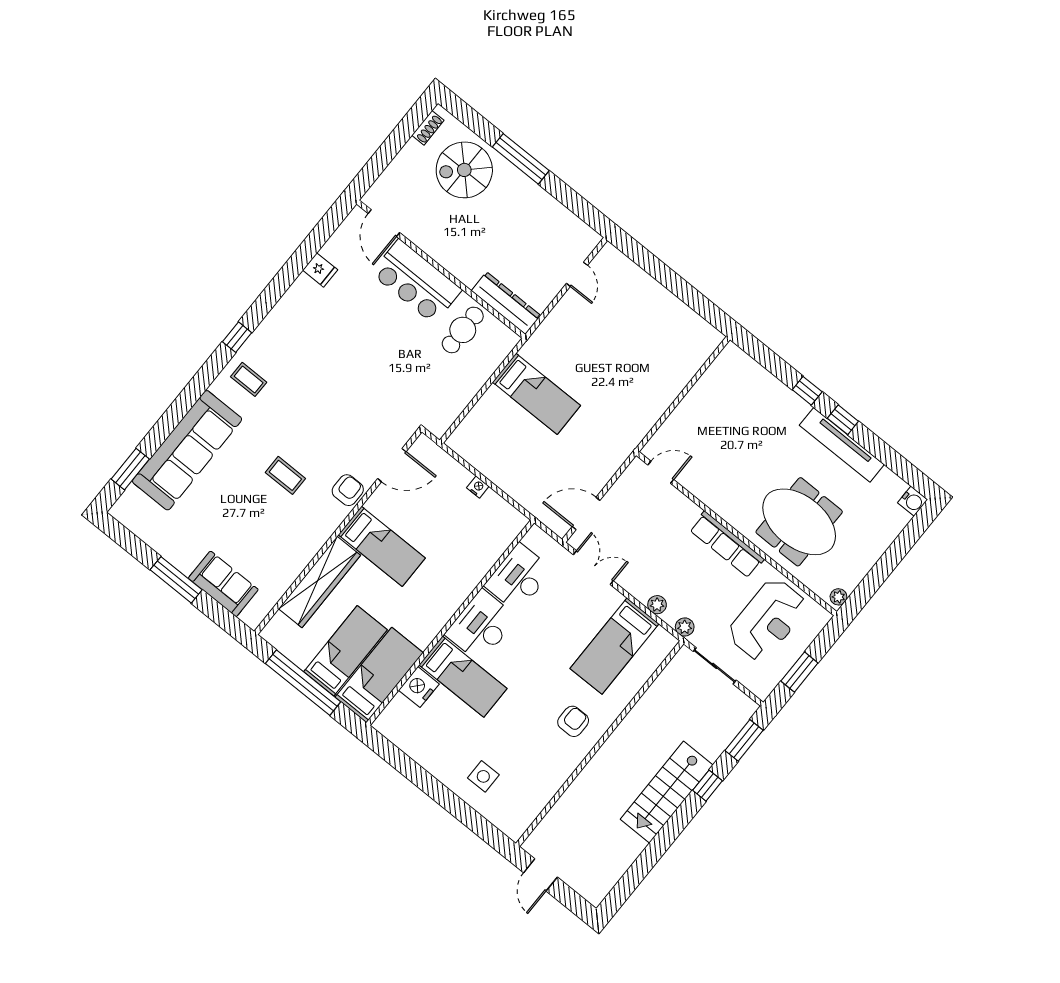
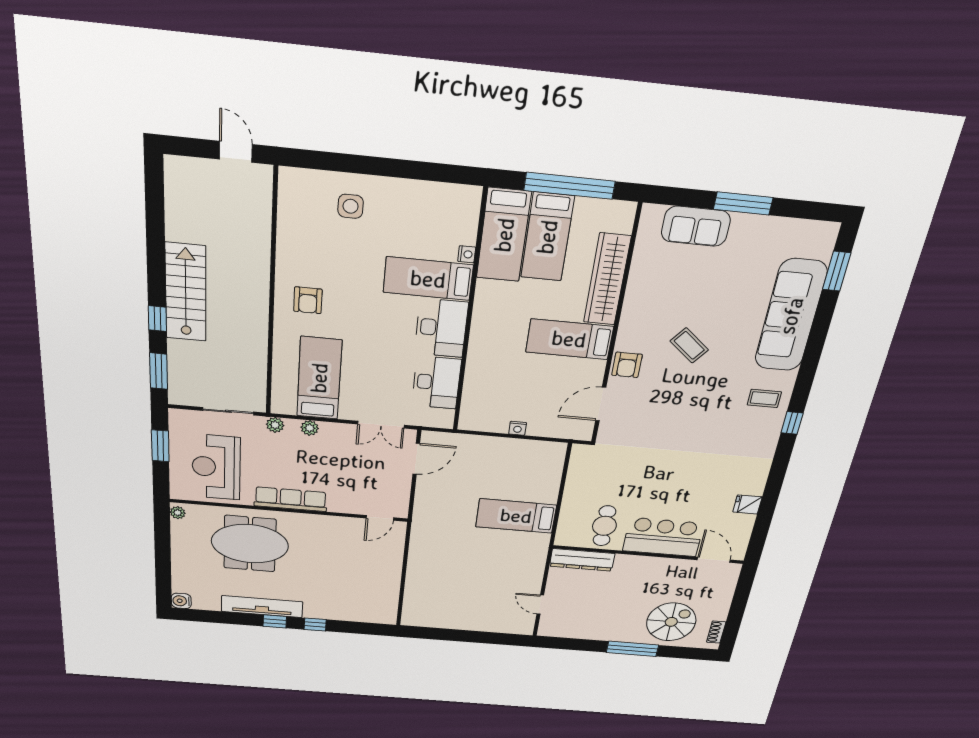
coffee table: (285, 475) -> (689, 345), turned 39
nightstand: (419, 687) -> (467, 254), width x0.53, depth x0.56

